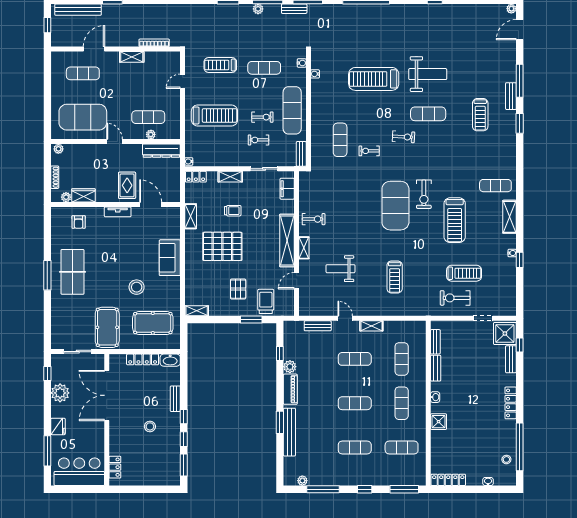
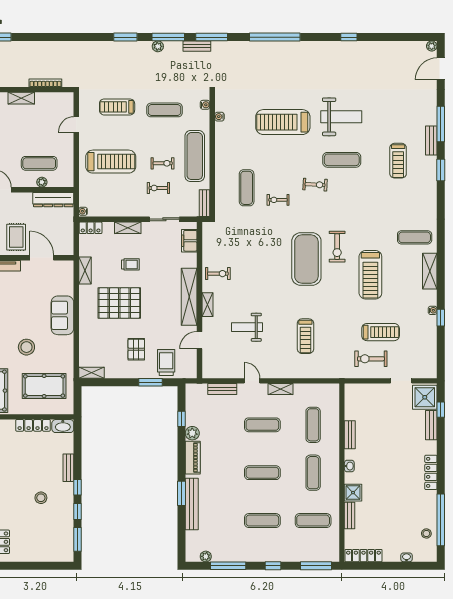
bench: (435, 342) -> (350, 515), moved

